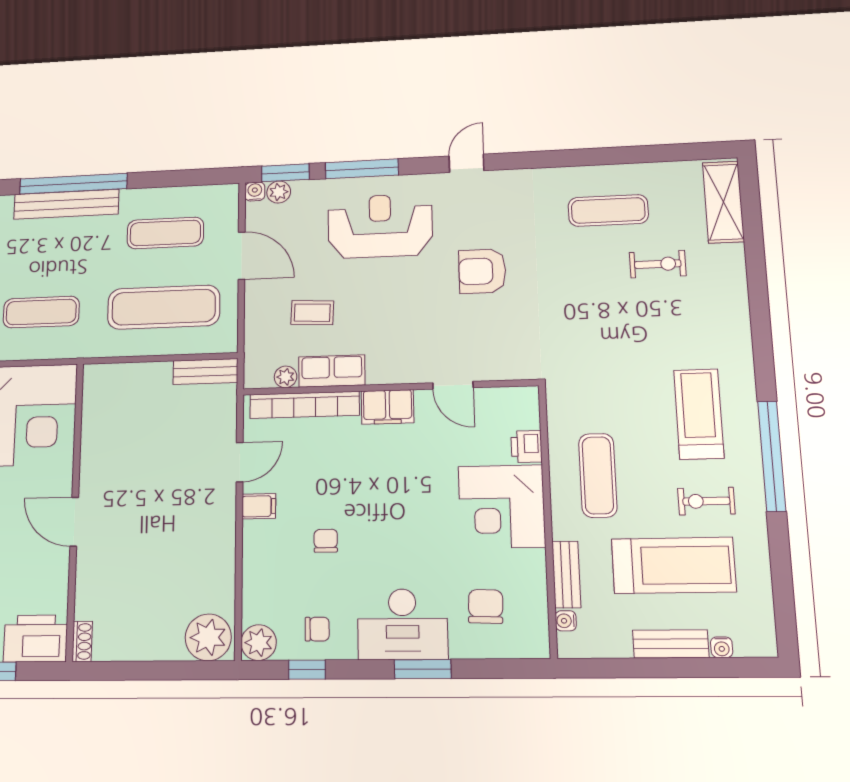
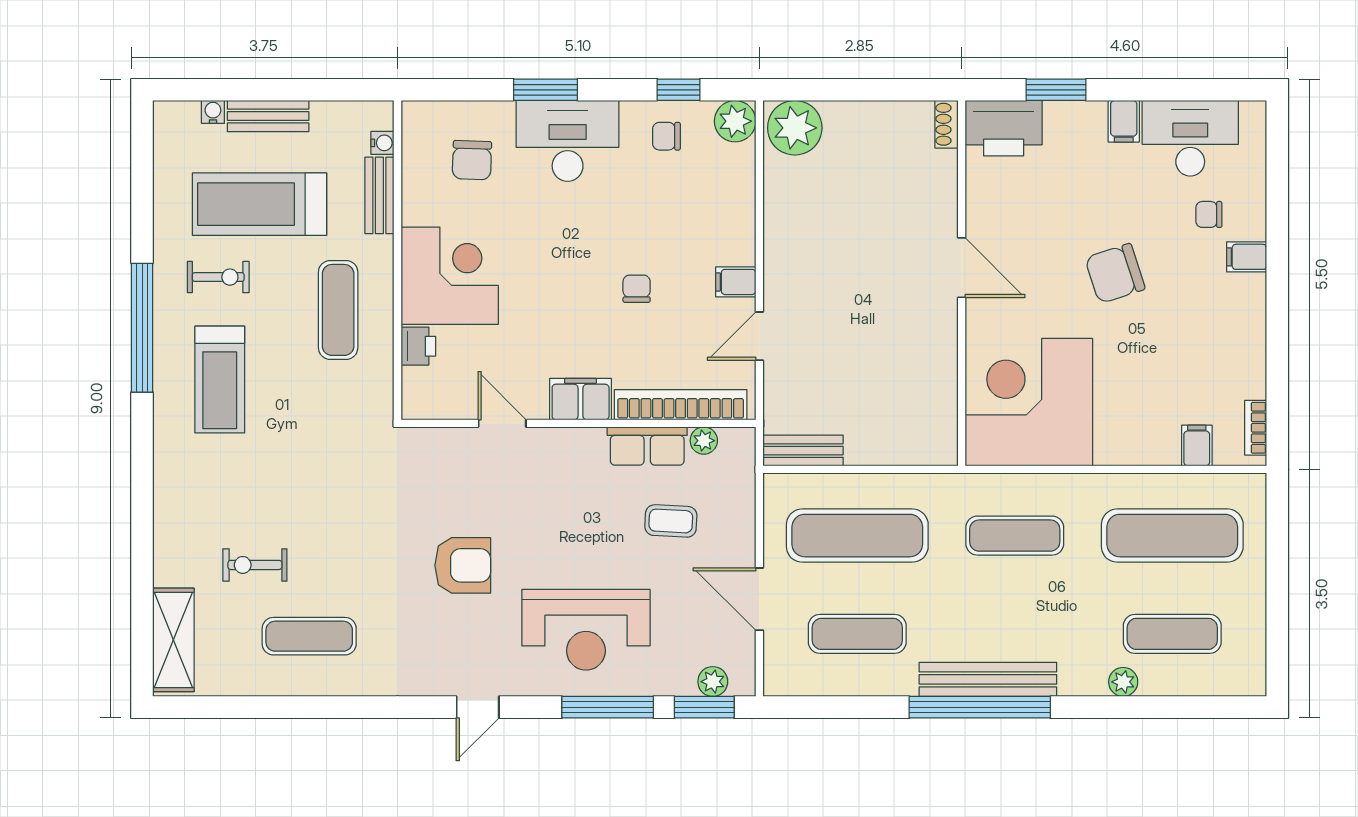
water cooler: (255, 192) -> (743, 684), removed
chair: (326, 541) -> (637, 289), moved, turned 180

